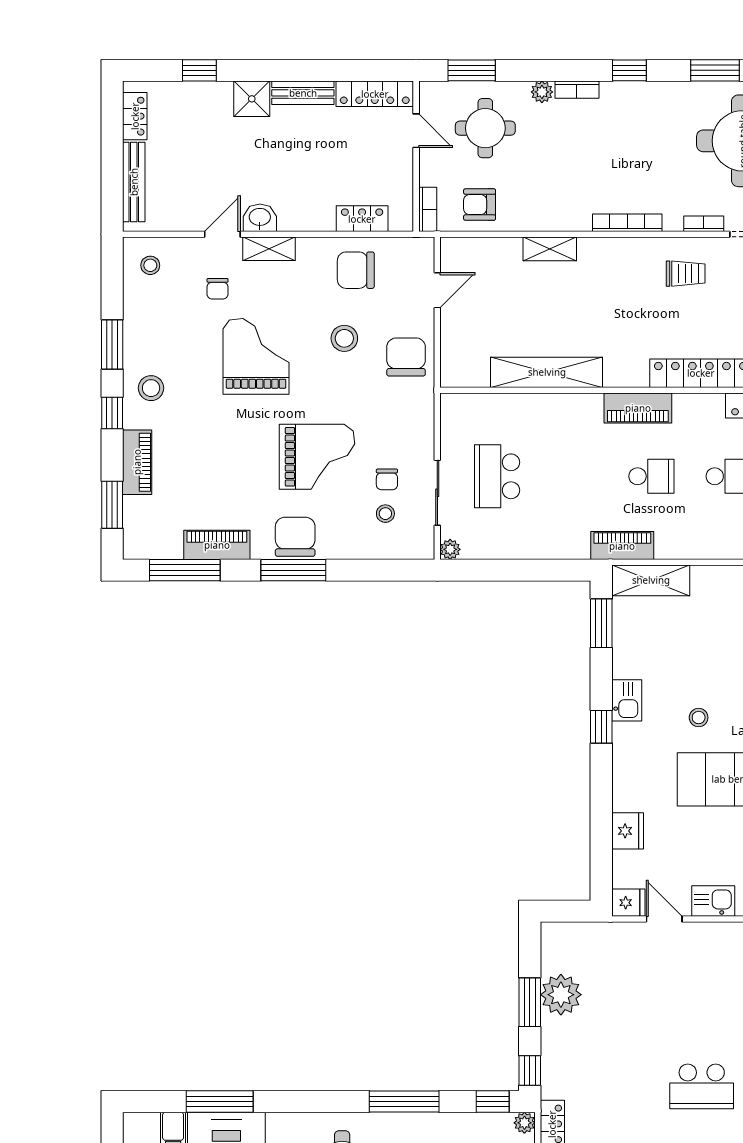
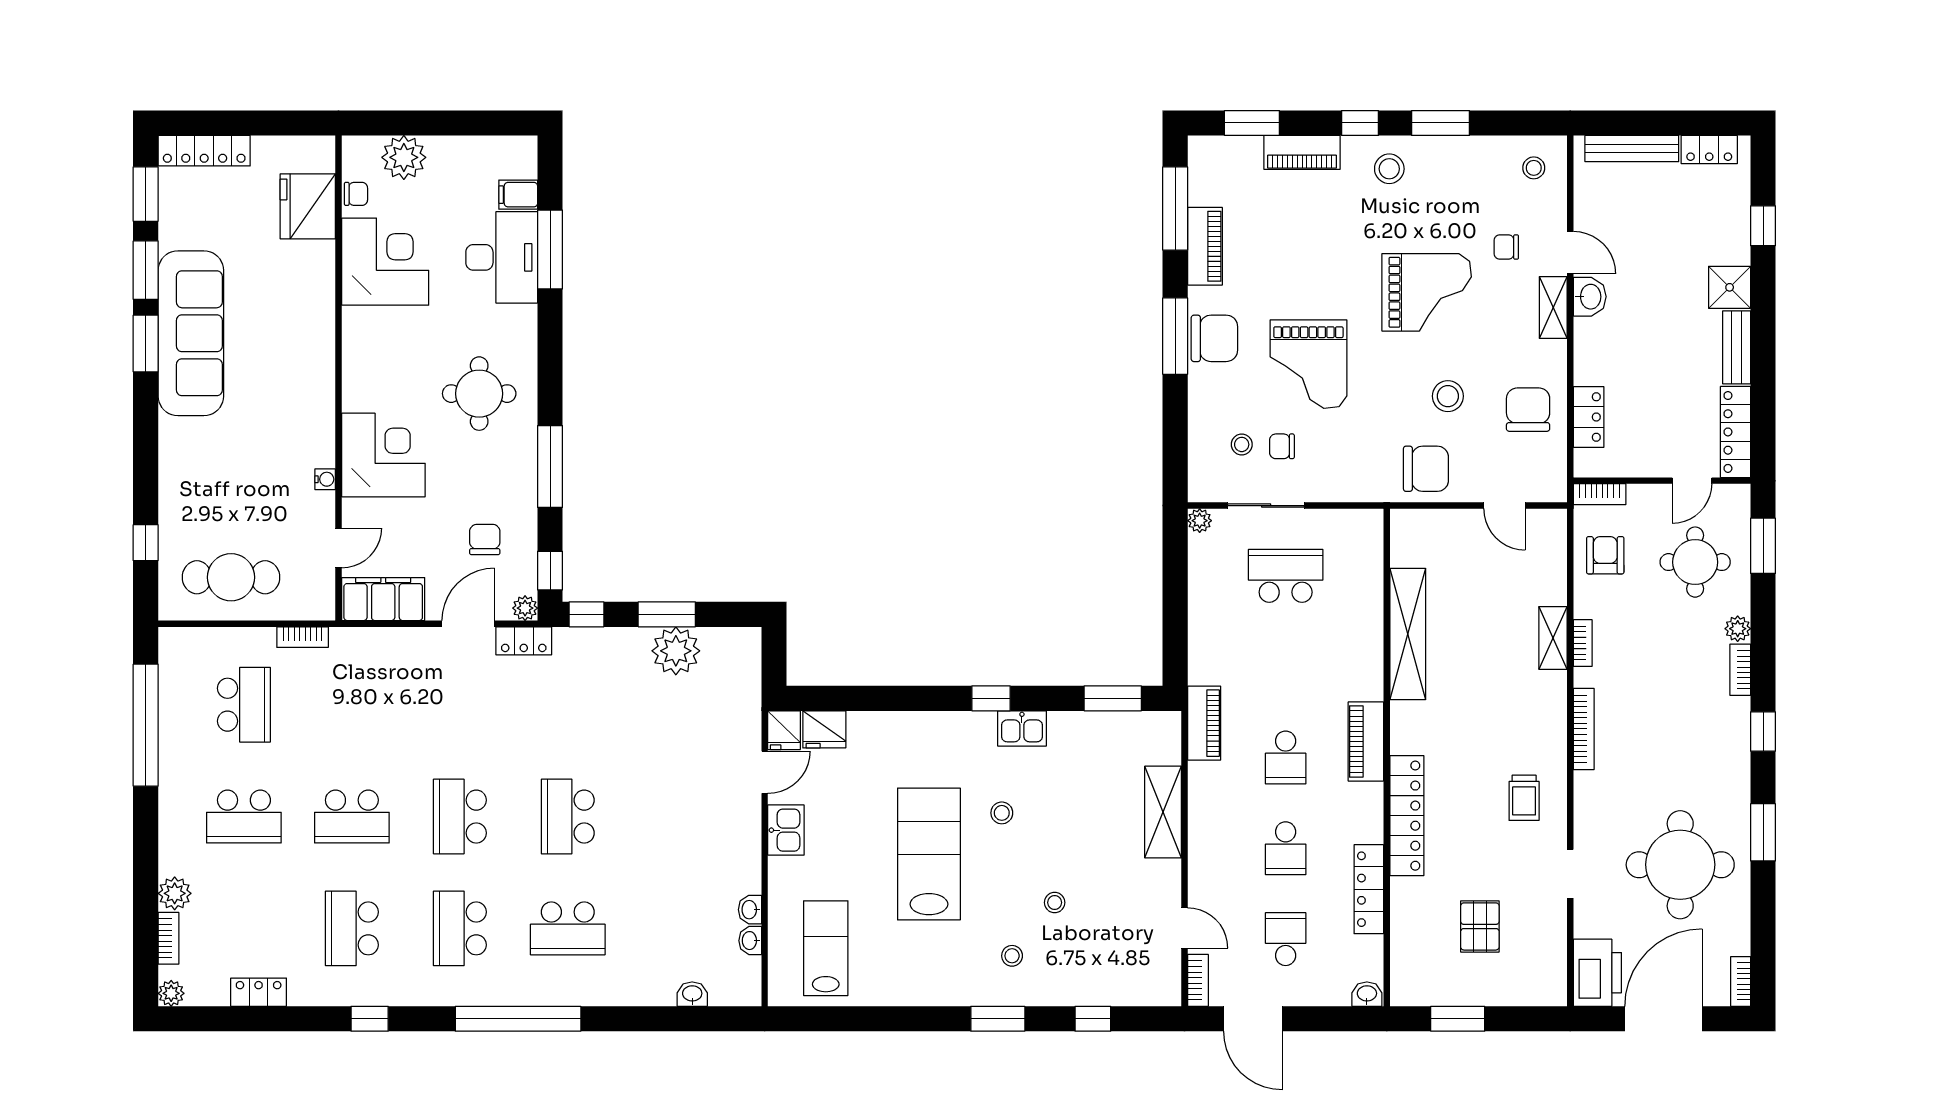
bookcase: (704, 224) -> (1583, 643), moved
shelving: (651, 580) -> (1163, 812), moved
fridge: (628, 831) -> (824, 729), moved

